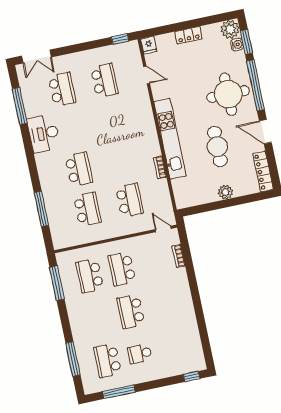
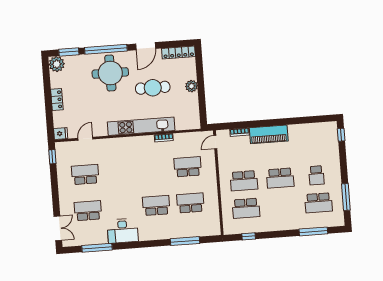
water cooler: (237, 45) -> (70, 60), removed
window: (57, 283) -> (249, 236), width x0.46
piano: (181, 291) -> (269, 134), added

